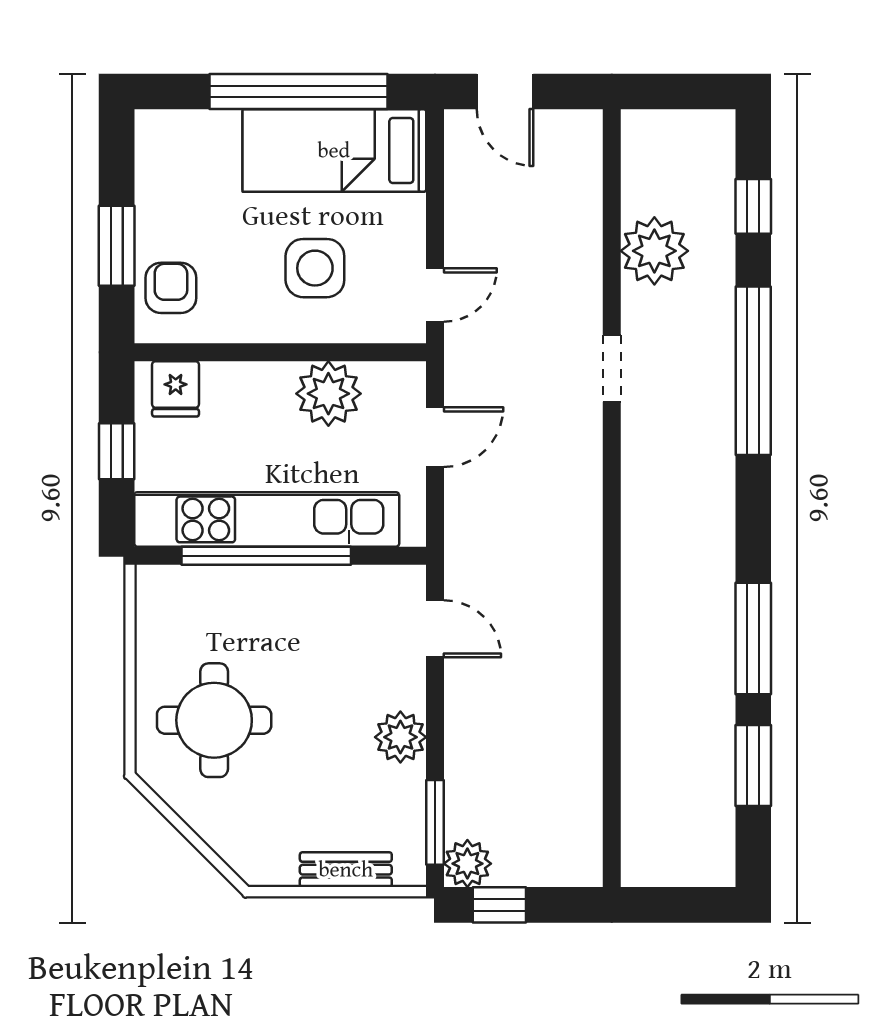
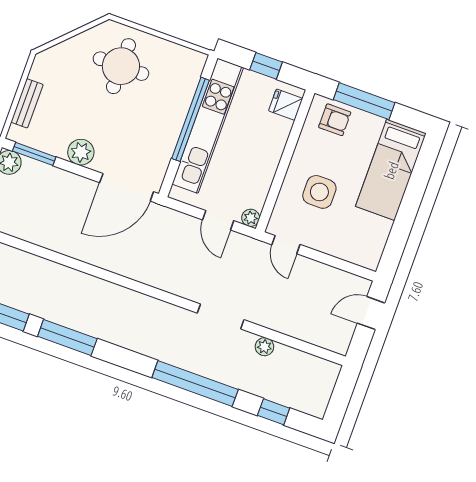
window: (298, 92) -> (407, 214), removed
bed: (334, 151) -> (391, 170), moved, turned 180
window: (117, 246) -> (364, 101), width x1.44
plant: (654, 251) -> (264, 347), width x0.53, depth x0.53
doorway: (612, 368) -> (221, 316), width x1.38
plant: (328, 394) -> (251, 218), moved, width x0.53, depth x0.53
door: (435, 629) -> (127, 187), width x1.87

